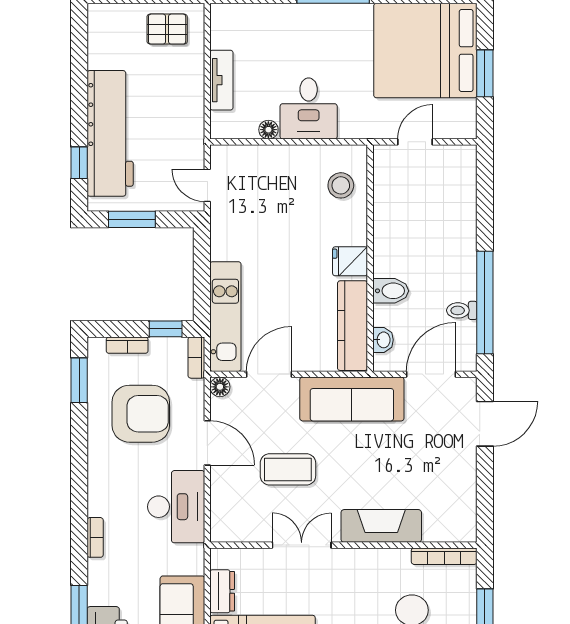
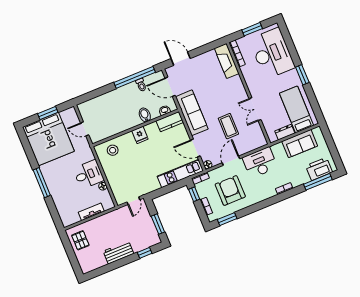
workbench: (110, 133) -> (119, 252), width x0.53, depth x0.76
kitchen counter: (352, 326) -> (170, 122), width x0.67
fireplace: (381, 526) -> (227, 61), moved

